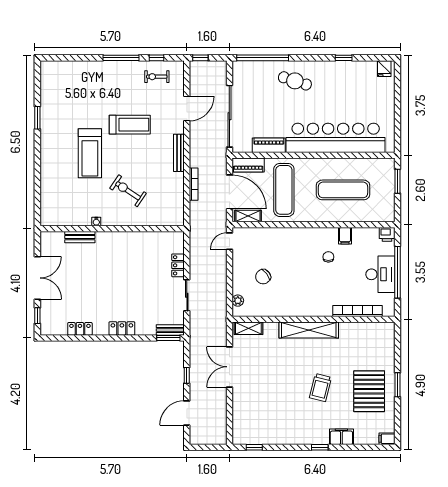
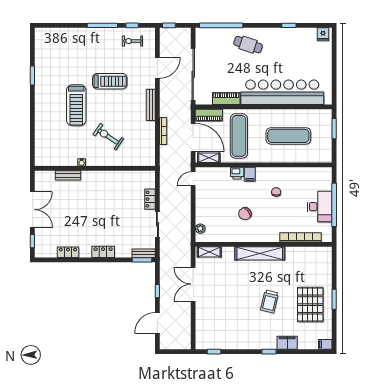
printer: (387, 234) -> (237, 173), moved
filing cabinet: (345, 236) -> (250, 174), moved
chair: (263, 277) -> (245, 214), moved

